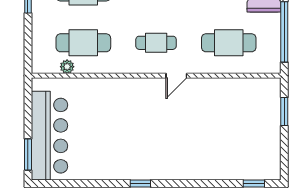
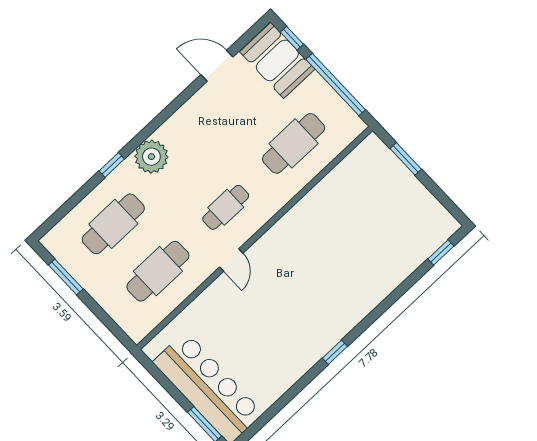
plant: (67, 67) -> (164, 308), removed
door: (176, 76) -> (231, 260), moved

